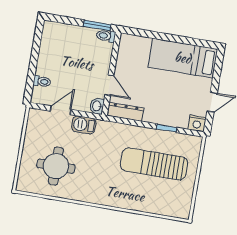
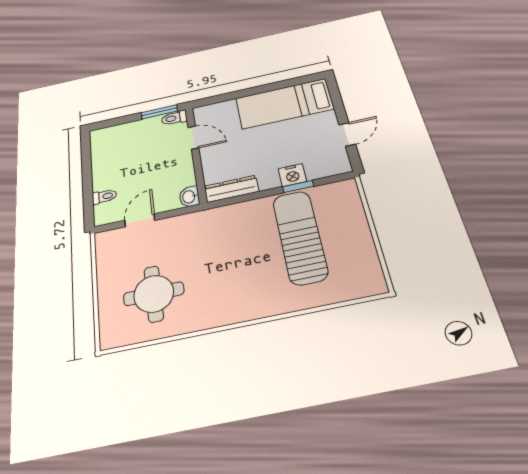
door: (109, 85) -> (193, 138), moved
nightstand: (197, 123) -> (292, 175), moved
barbecue: (84, 125) -> (178, 226), removed
sun lounger: (154, 164) -> (300, 237), turned 90

